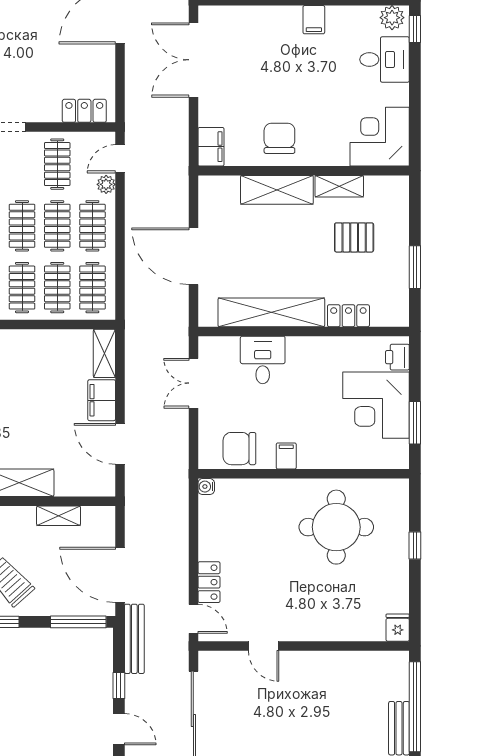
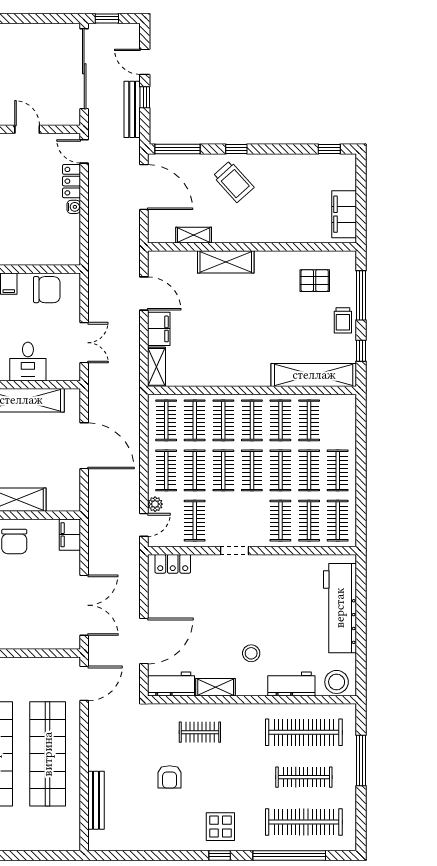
water cooler: (206, 487) -> (74, 207), moved
bench: (134, 639) -> (132, 109), moved

